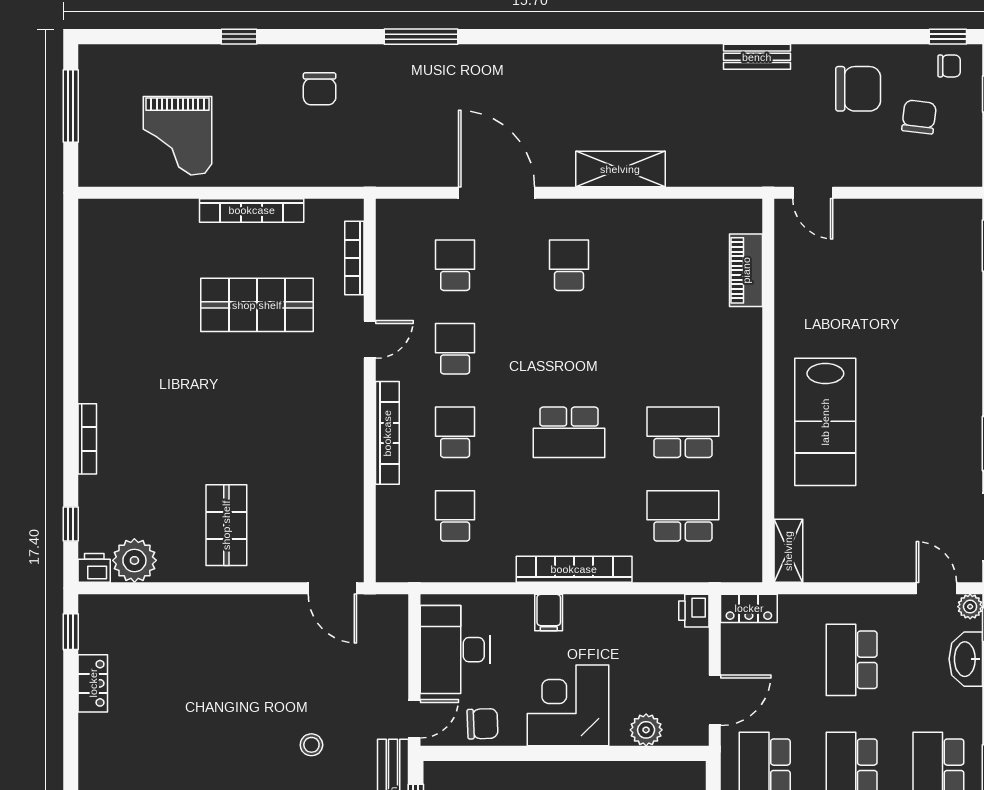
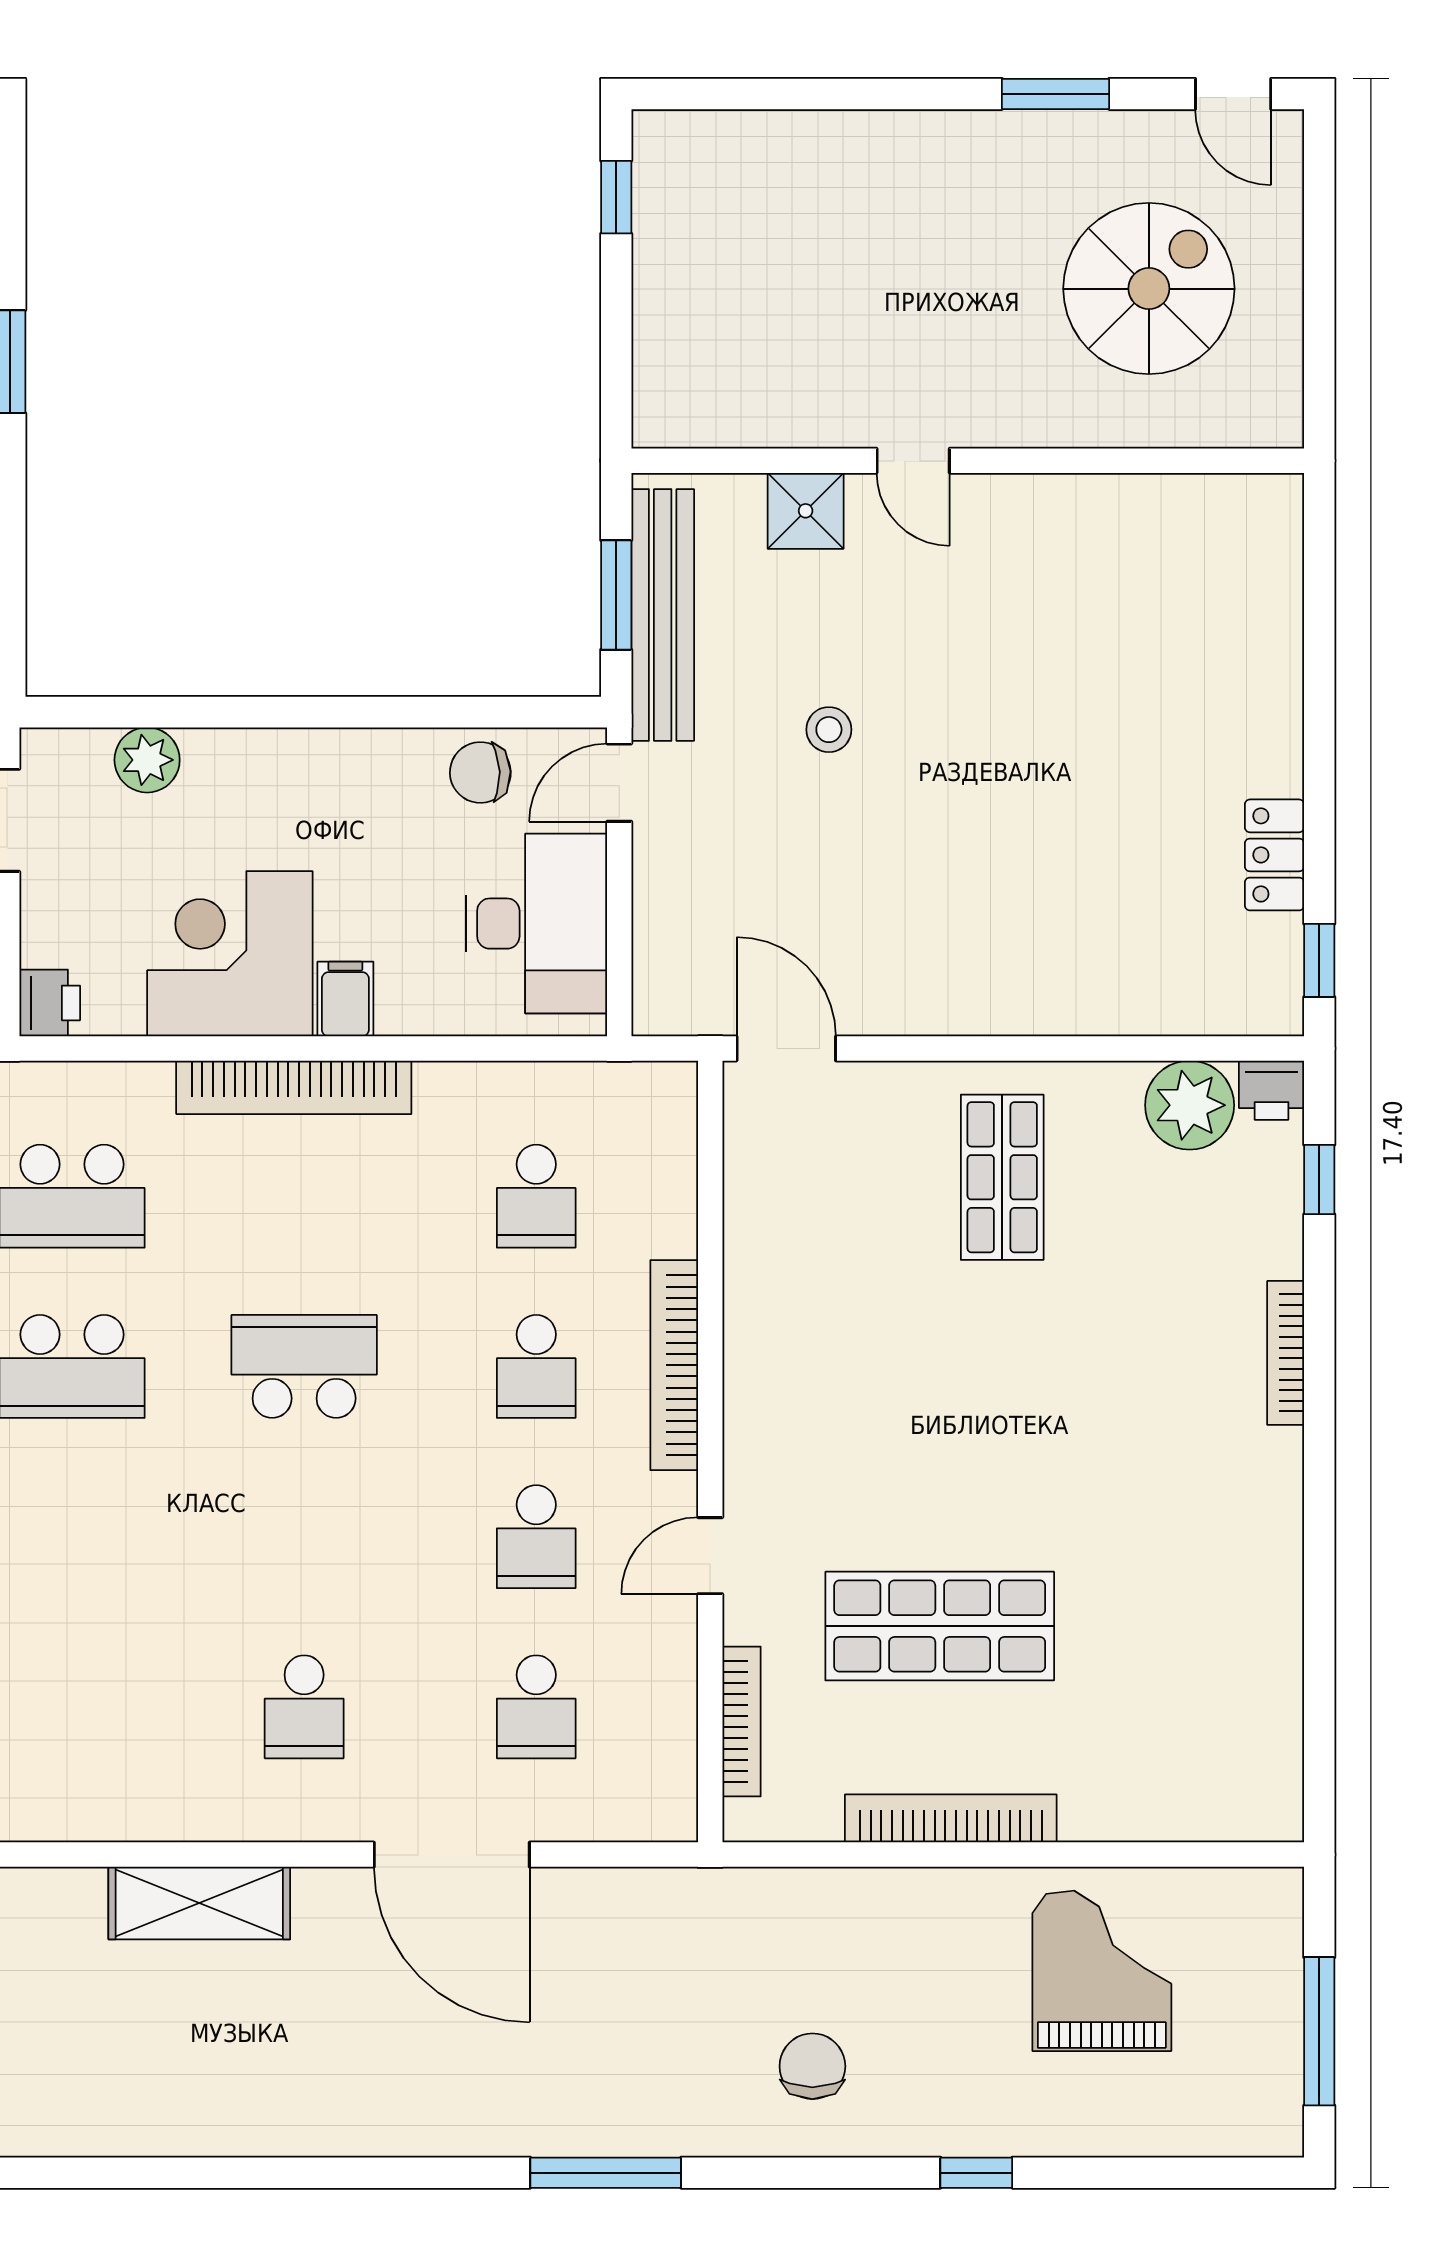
corner desk: (568, 705) -> (230, 954), moved, turned 180

